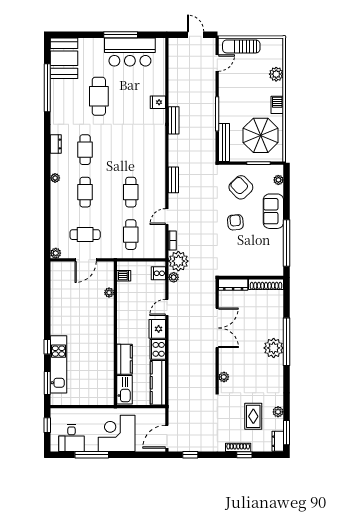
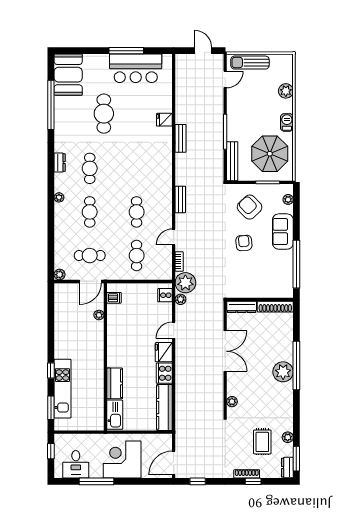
dishwasher: (124, 276) -> (114, 298), moved
plant: (109, 293) -> (99, 315), moved
wall: (115, 333) -> (105, 357), moved
kitchen counter: (125, 359) -> (115, 383), moved
kitchen sink: (125, 390) -> (115, 415), moved

